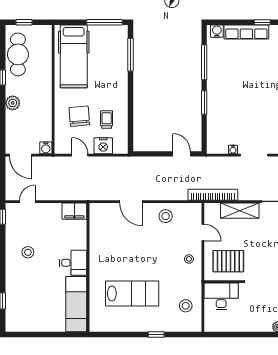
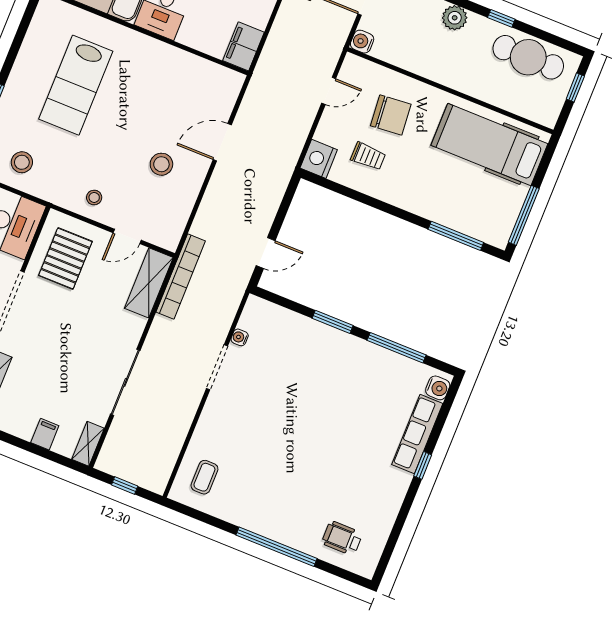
nightstand: (103, 146) -> (319, 159), moved
shelving: (240, 211) -> (149, 283), moved
stool: (166, 216) -> (161, 164), moved

